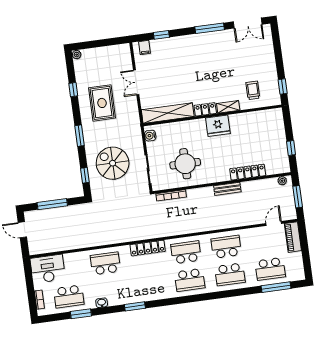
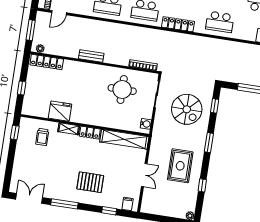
pallet: (190, 58) -> (90, 182), added
fridge: (218, 126) -> (60, 111), moved
window: (291, 148) -> (22, 88), moved
locker: (248, 172) -> (47, 62), moved

